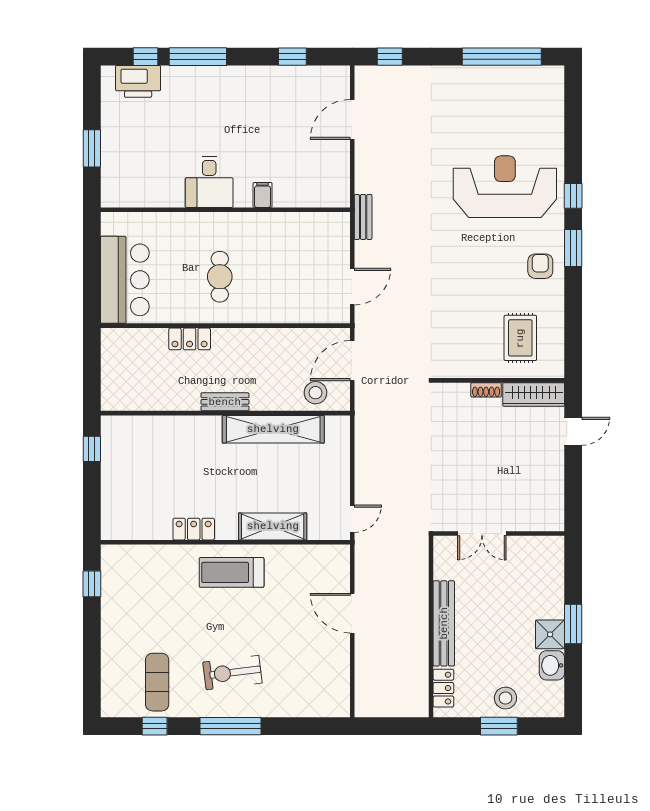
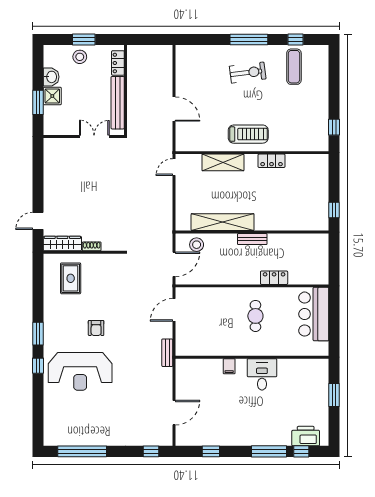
armchair: (540, 266) -> (96, 328), moved
double door: (482, 534) -> (94, 136), moved
wall: (499, 534) -> (84, 136), moved

